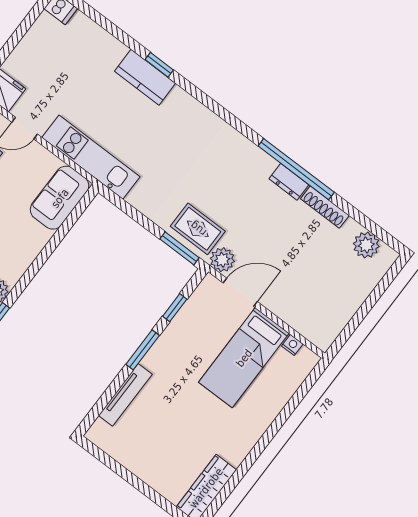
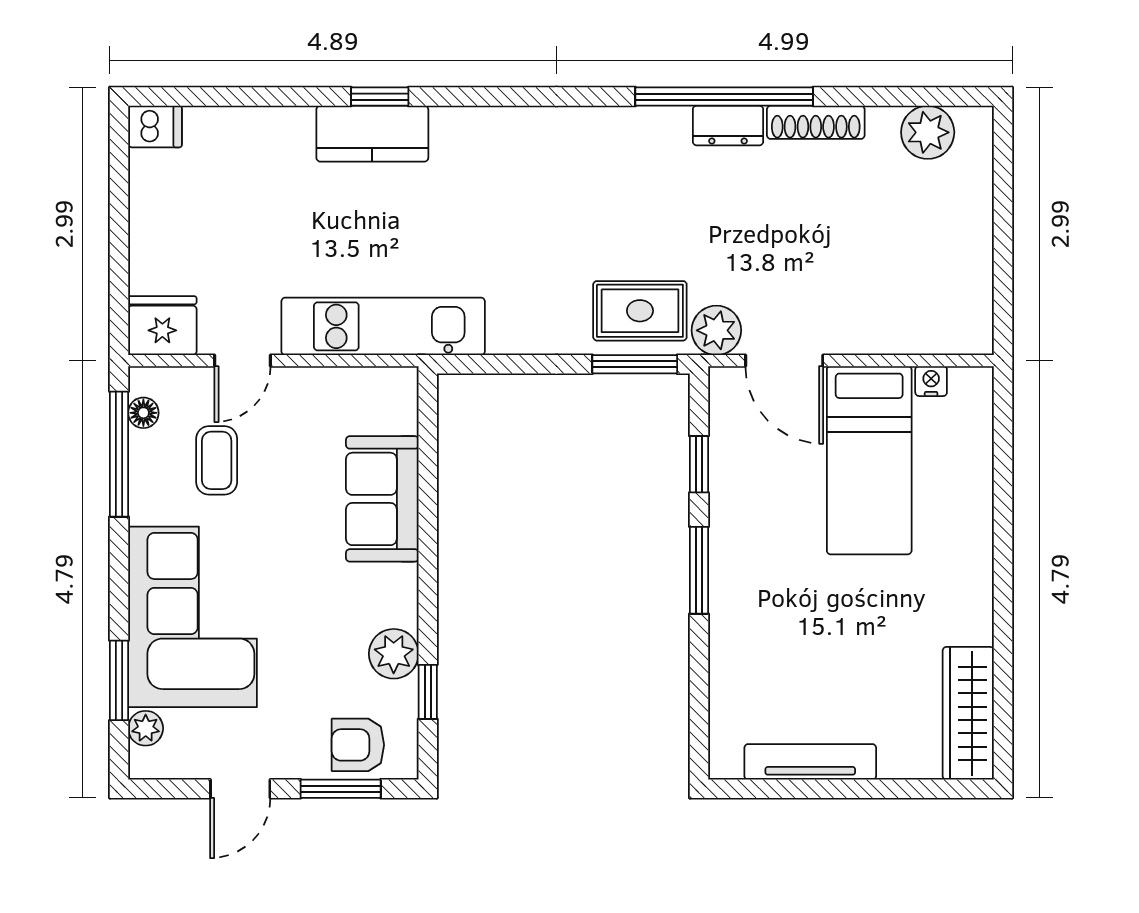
sofa: (60, 198) -> (382, 499), moved
door: (240, 292) -> (784, 361), swing flipped
tv unit: (125, 395) -> (810, 762), moved, turned -90

